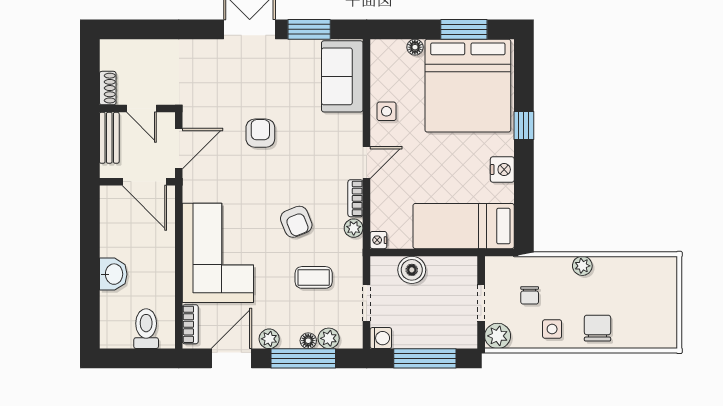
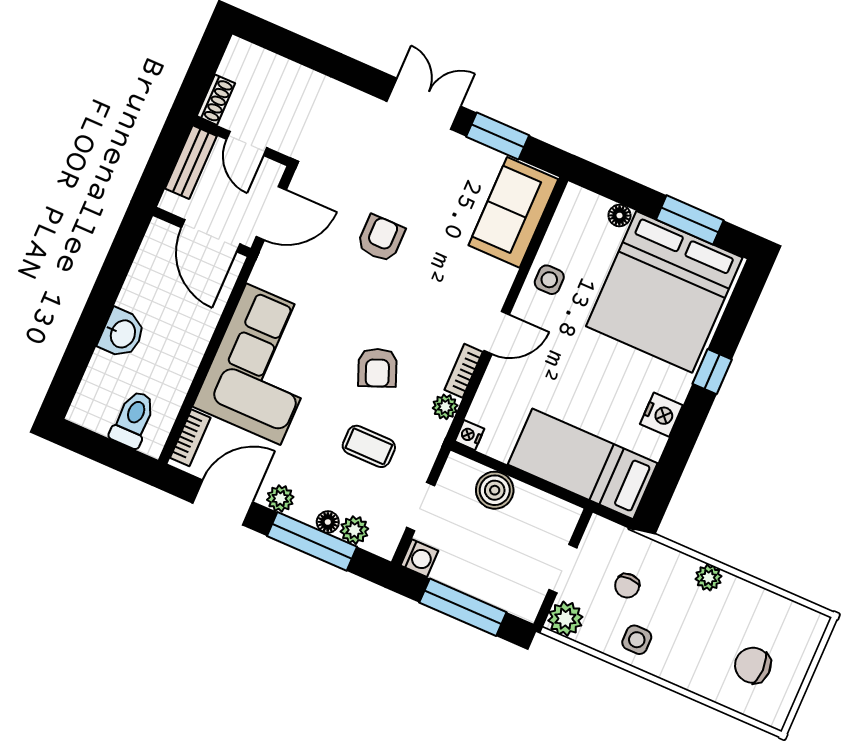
chair: (597, 328) -> (753, 665), moved, turned -90

